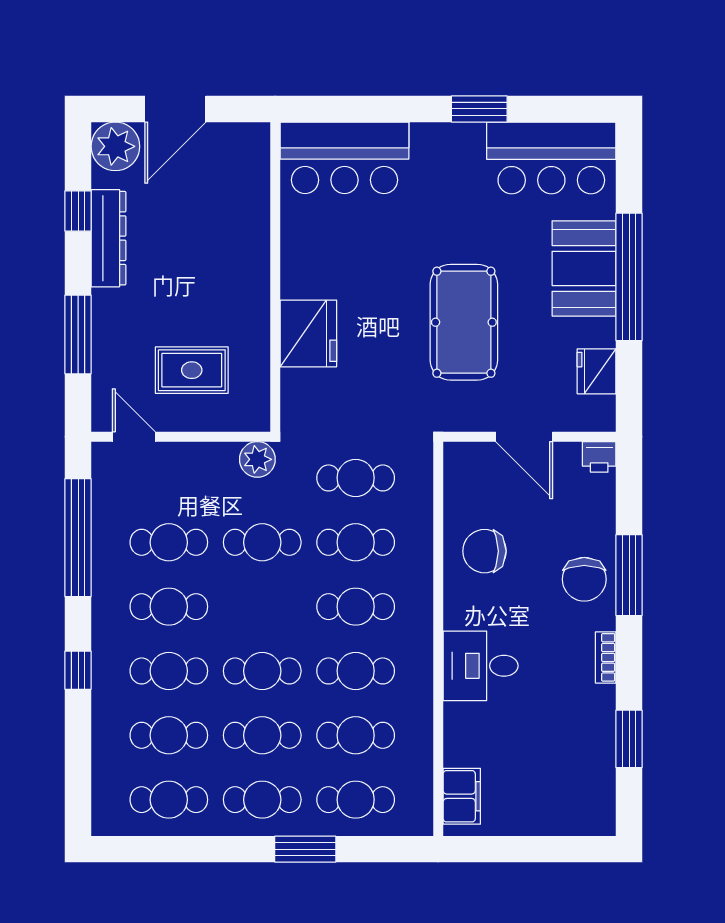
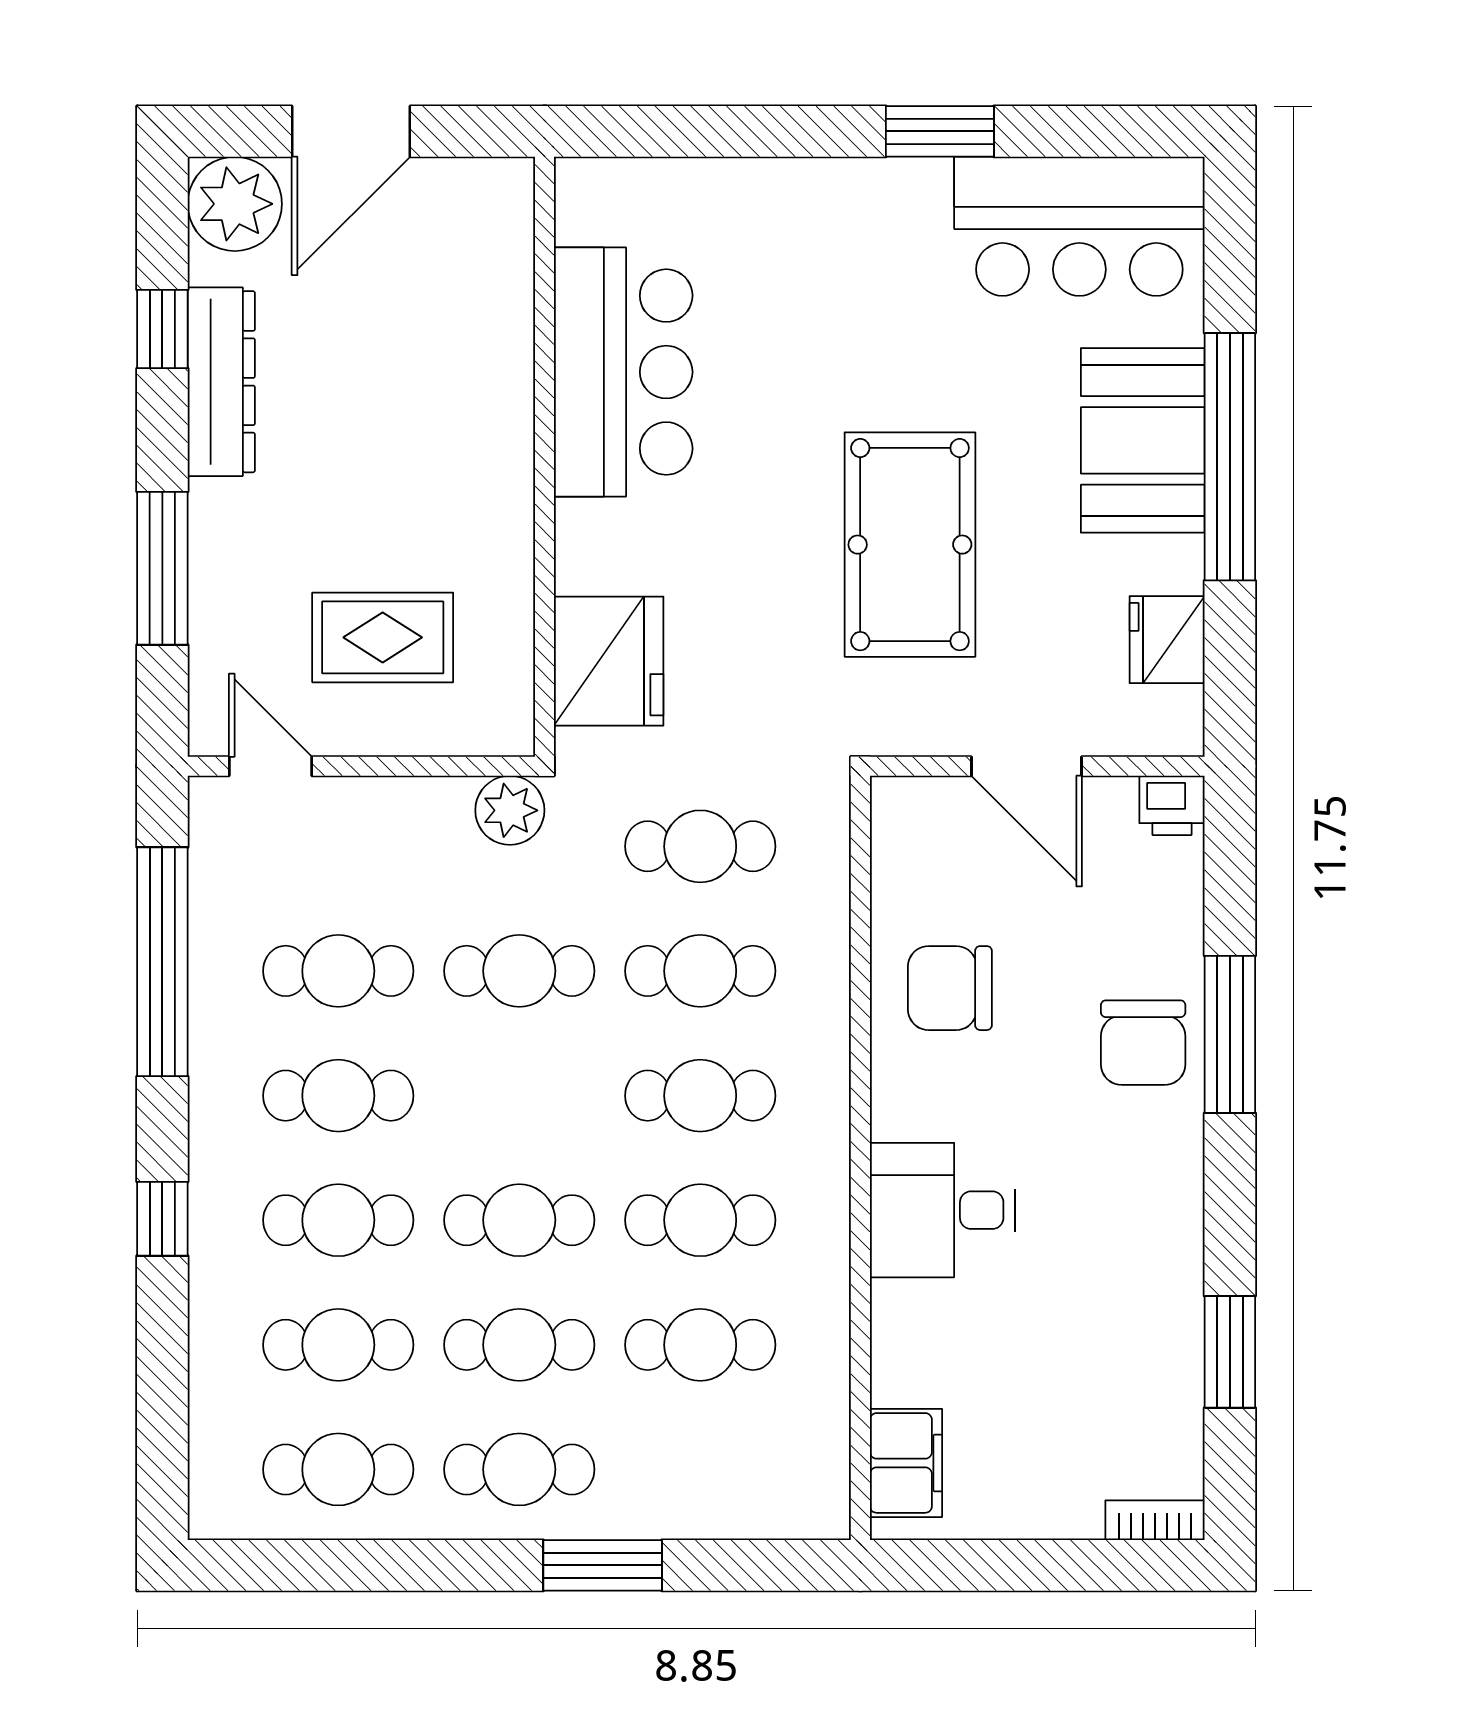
bar counter: (345, 158) -> (623, 372), moved, turned -90
fridge: (308, 333) -> (609, 661), moved
bookcase: (606, 657) -> (1155, 1520), moved, turned 90
cafe table: (356, 800) -> (700, 1469), removed

